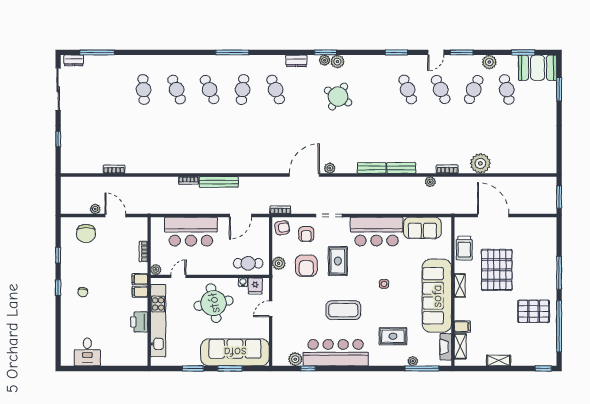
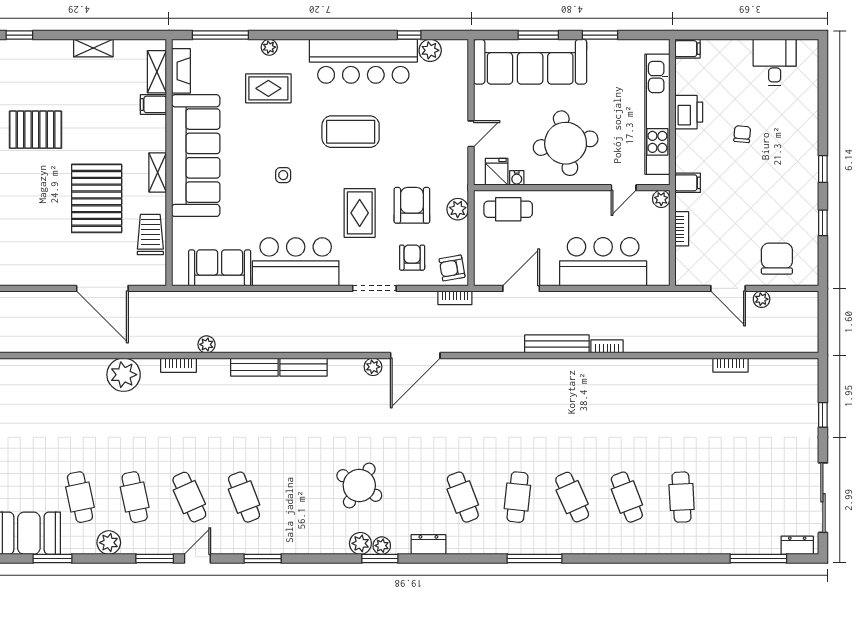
cafe table: (474, 90) -> (135, 497), turned -36
chair: (83, 292) -> (742, 134), moved
filing cabinet: (140, 292) -> (687, 49), moved
plant: (413, 361) -> (269, 47), moved

